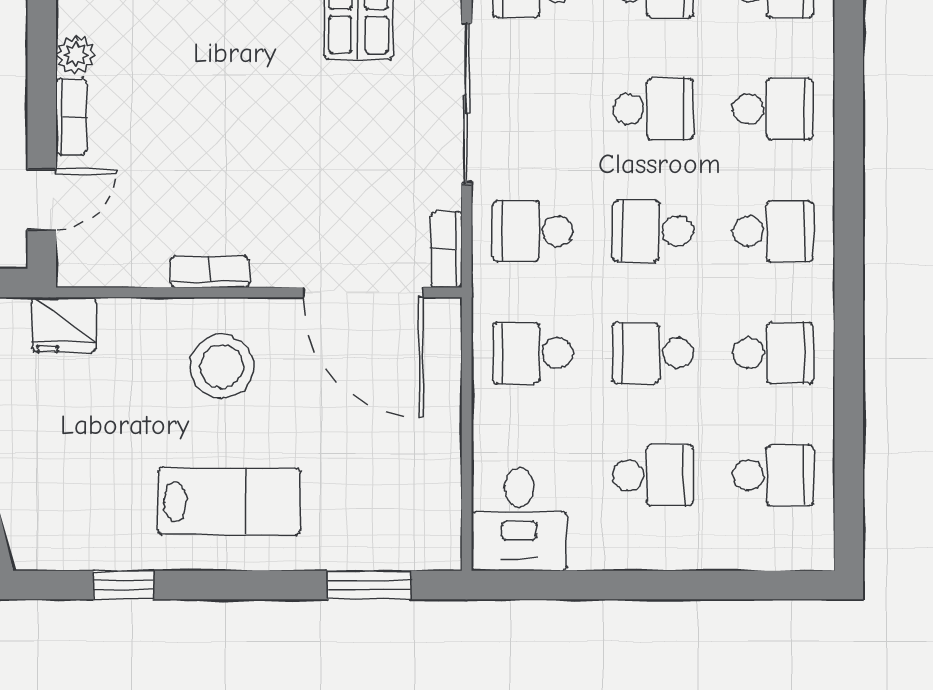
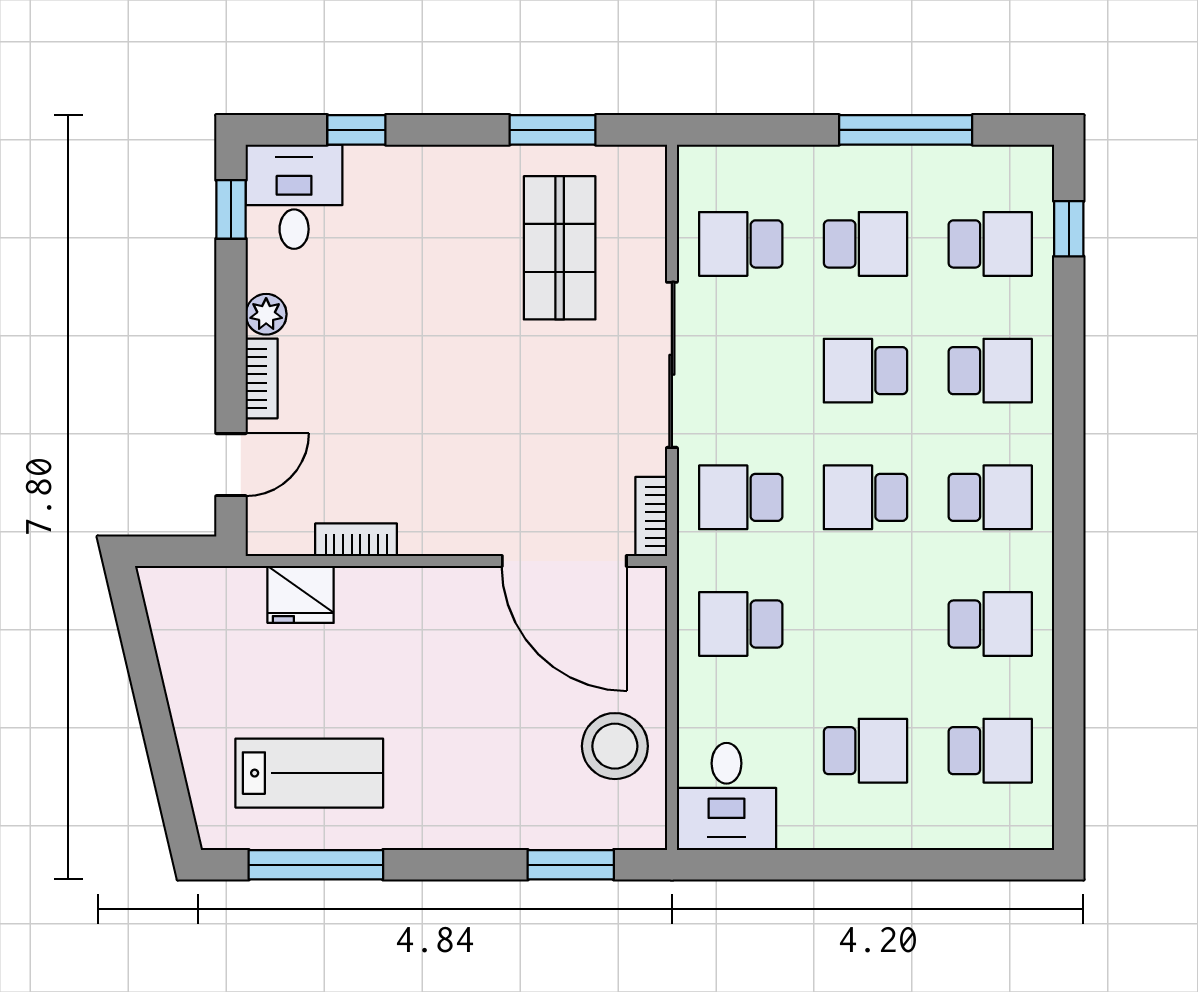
school desk: (653, 109) -> (865, 371), turned 180
bookcase: (210, 272) -> (356, 540), moved
fridge: (64, 325) -> (301, 594), moved
school desk: (653, 353) -> (865, 624), removed
stool: (222, 366) -> (615, 746), moved
lab bench: (229, 501) -> (309, 773), moved
window: (124, 585) -> (316, 865), width x2.17

